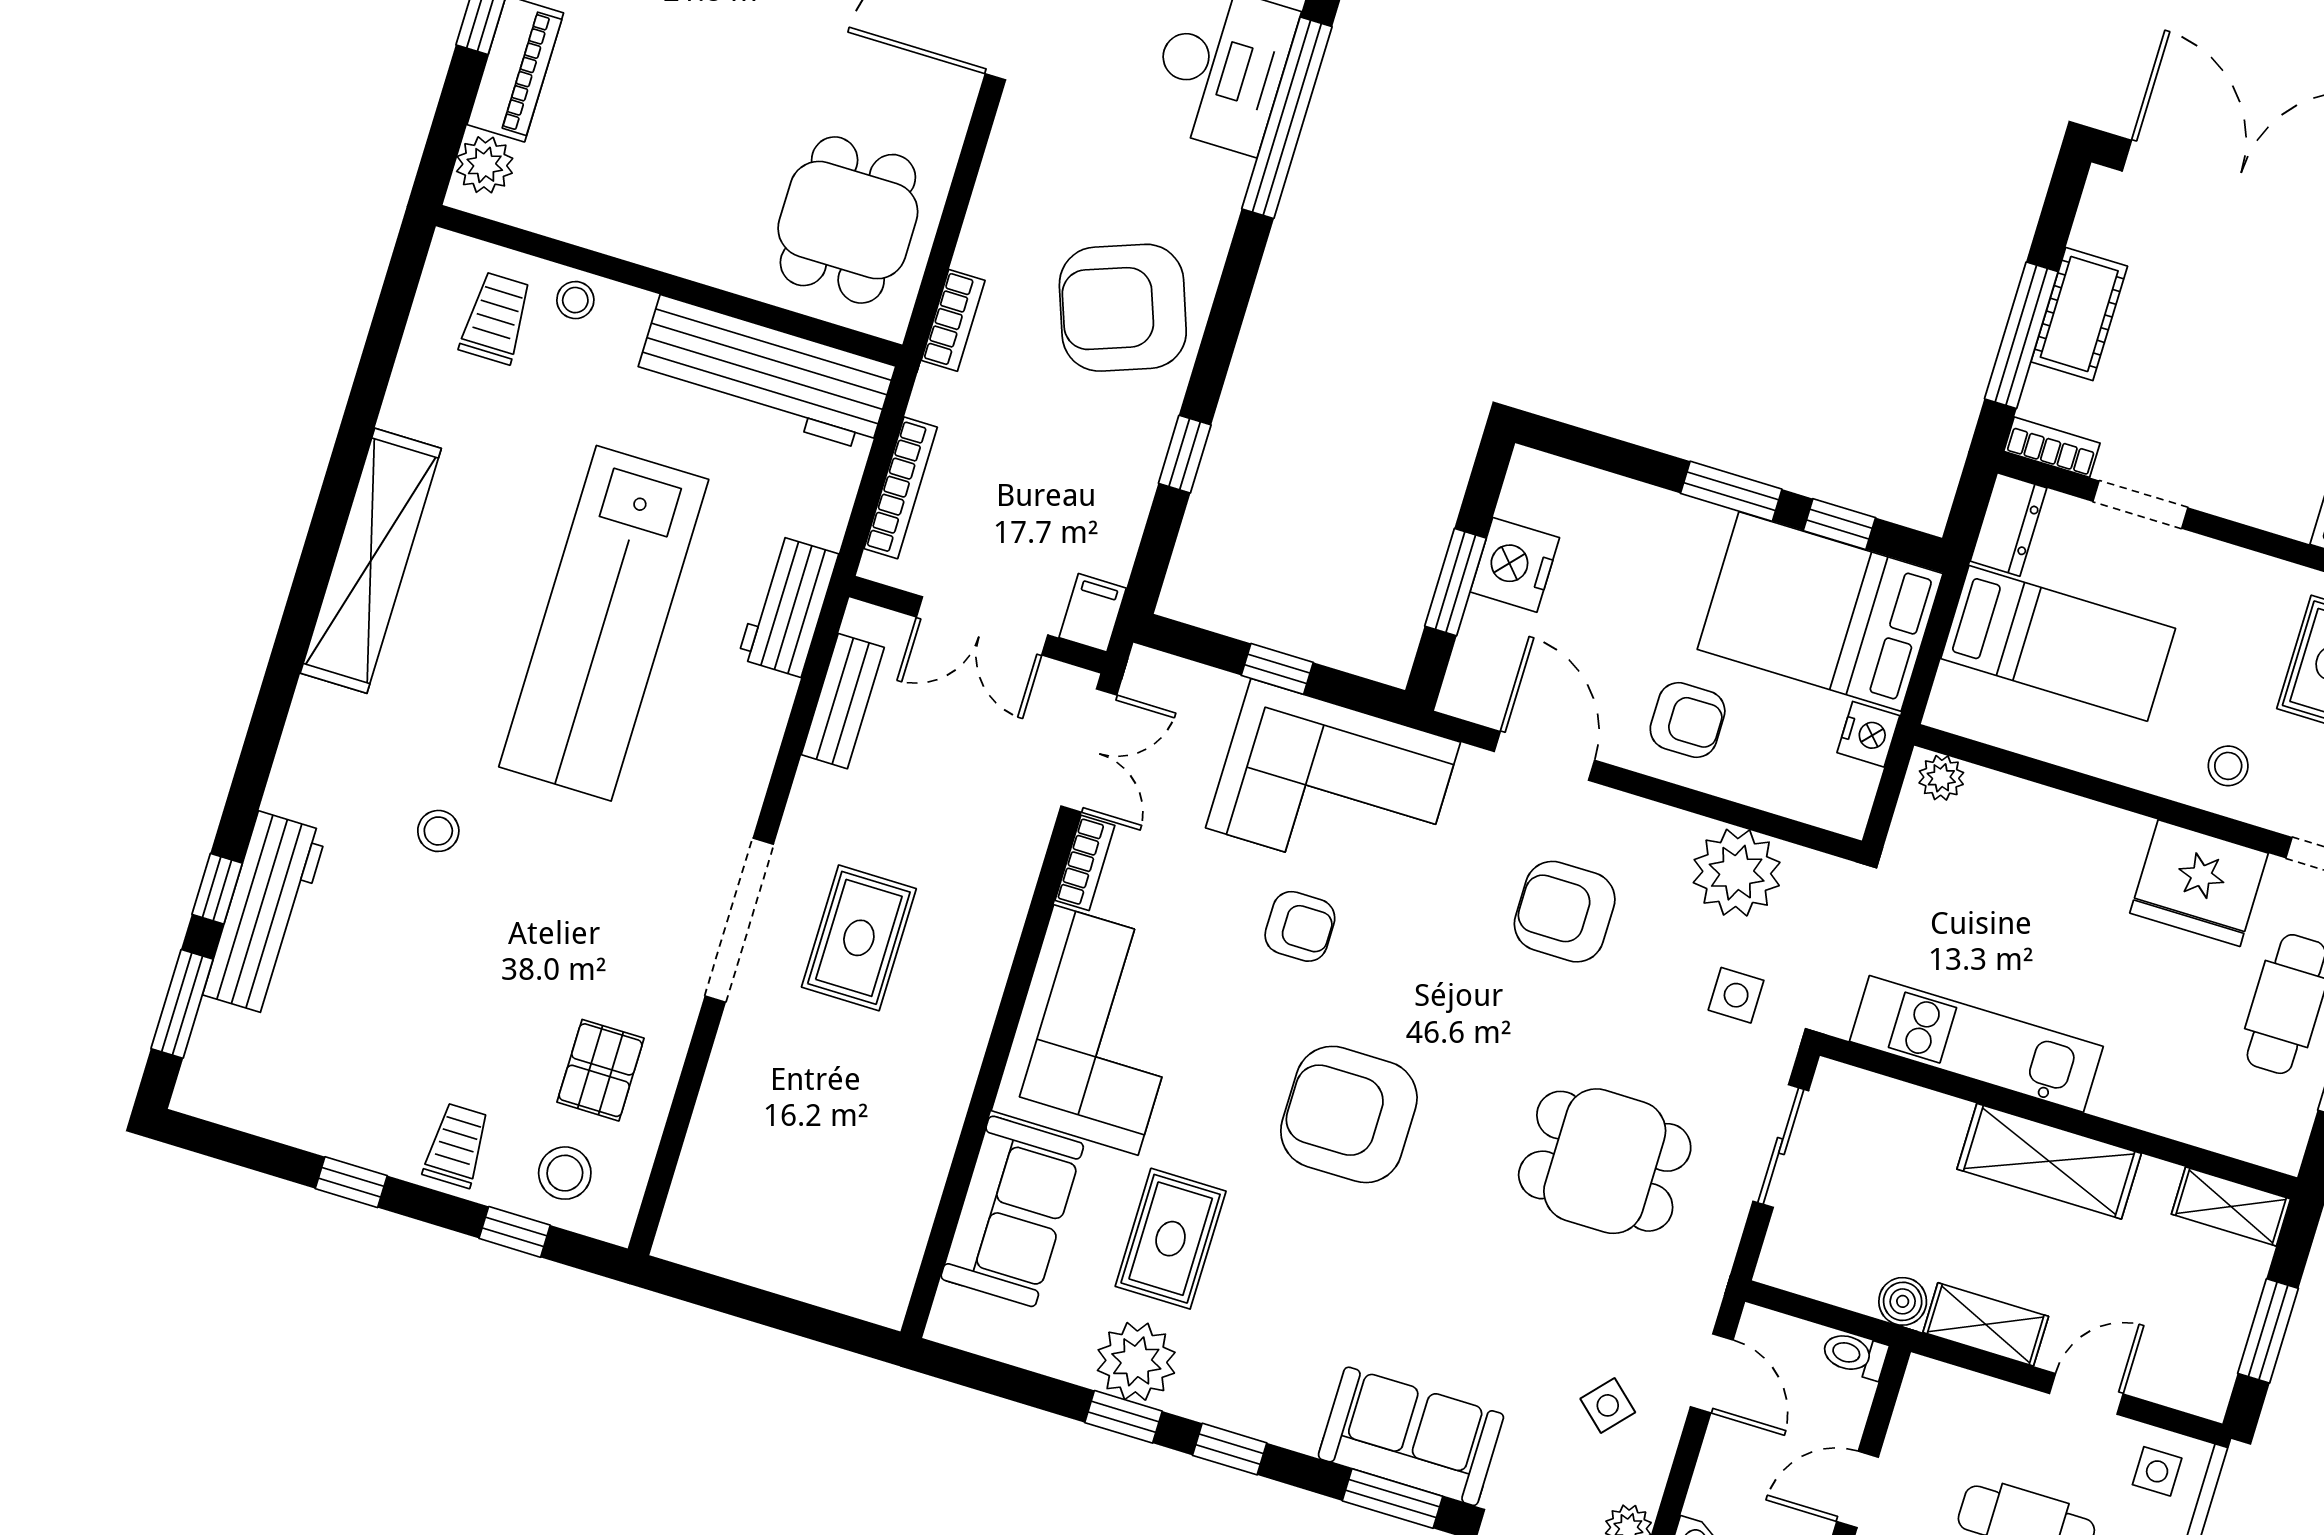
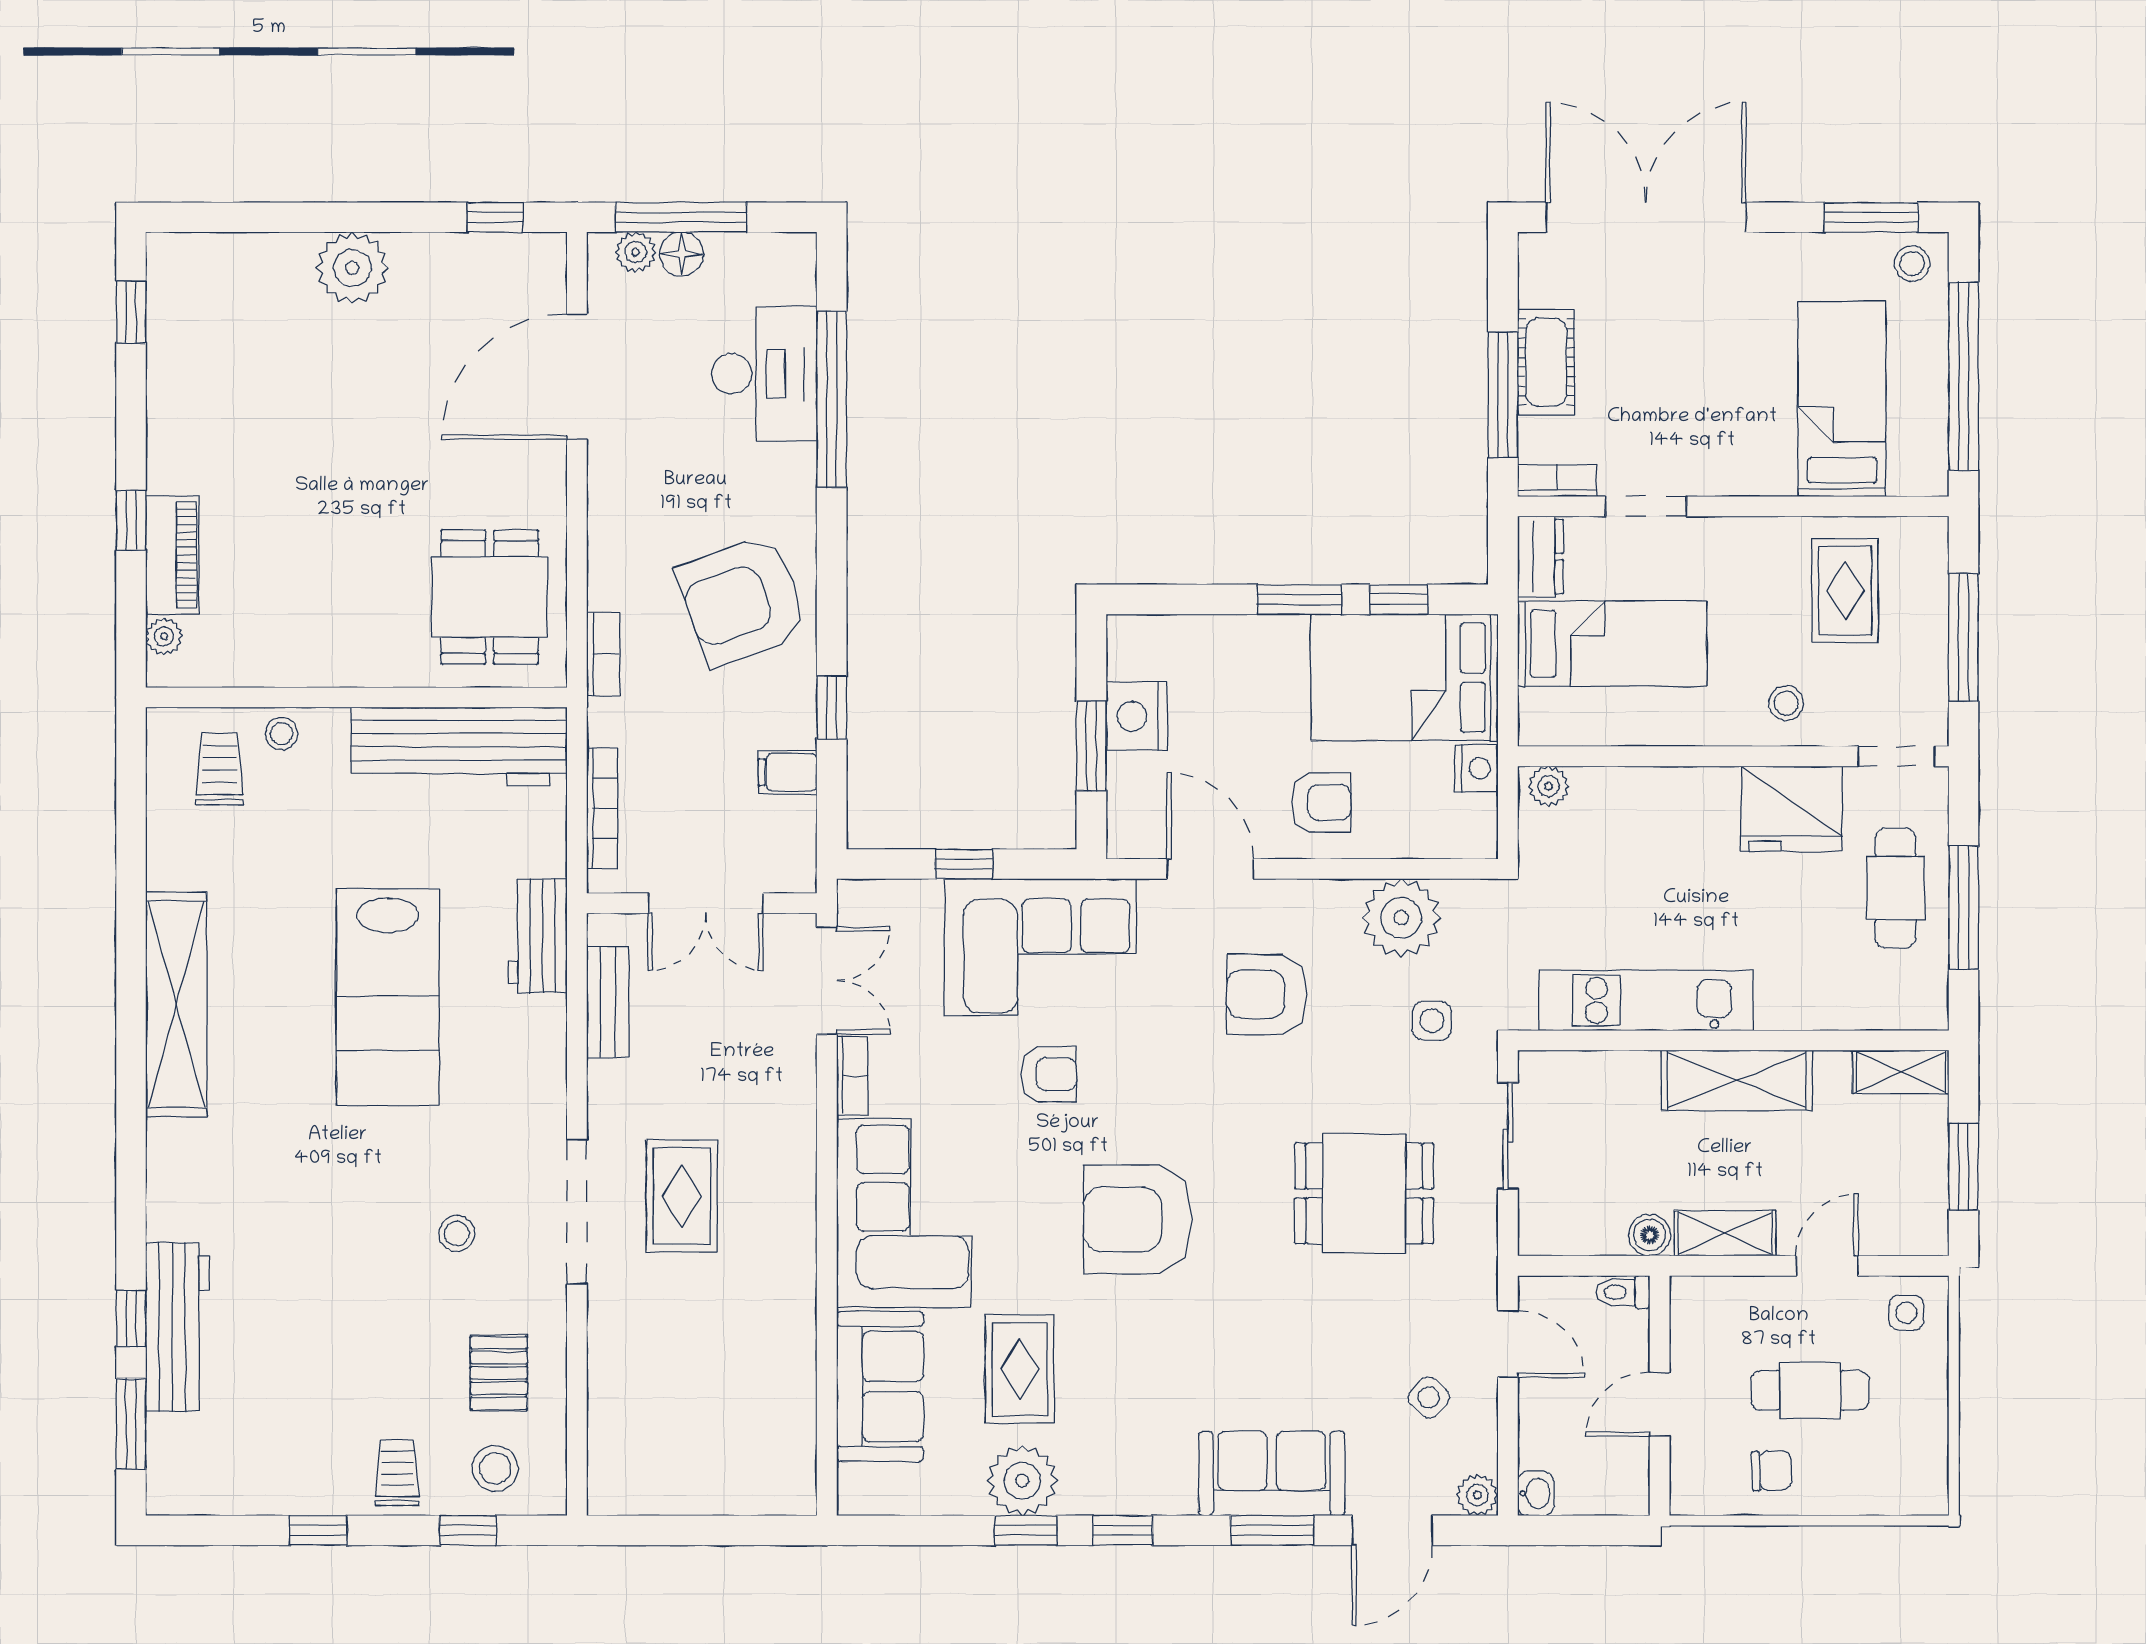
plant: (485, 165) -> (164, 636), width x0.73, depth x0.73
filing cabinet: (1093, 613) -> (788, 772), moved, turned -90
lab bench: (604, 623) -> (388, 997), width x0.73
stool: (438, 831) -> (457, 1233), moved

